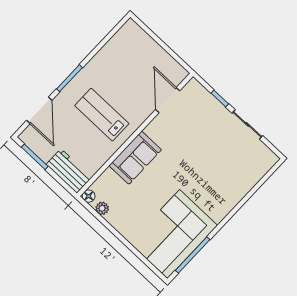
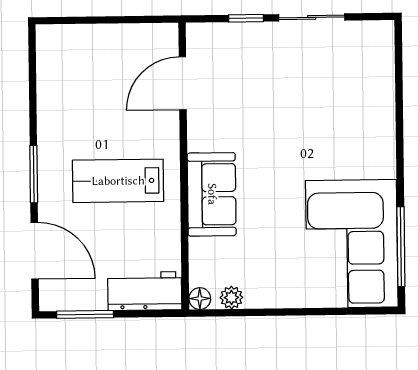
door: (168, 100) -> (183, 83), hinge flipped

